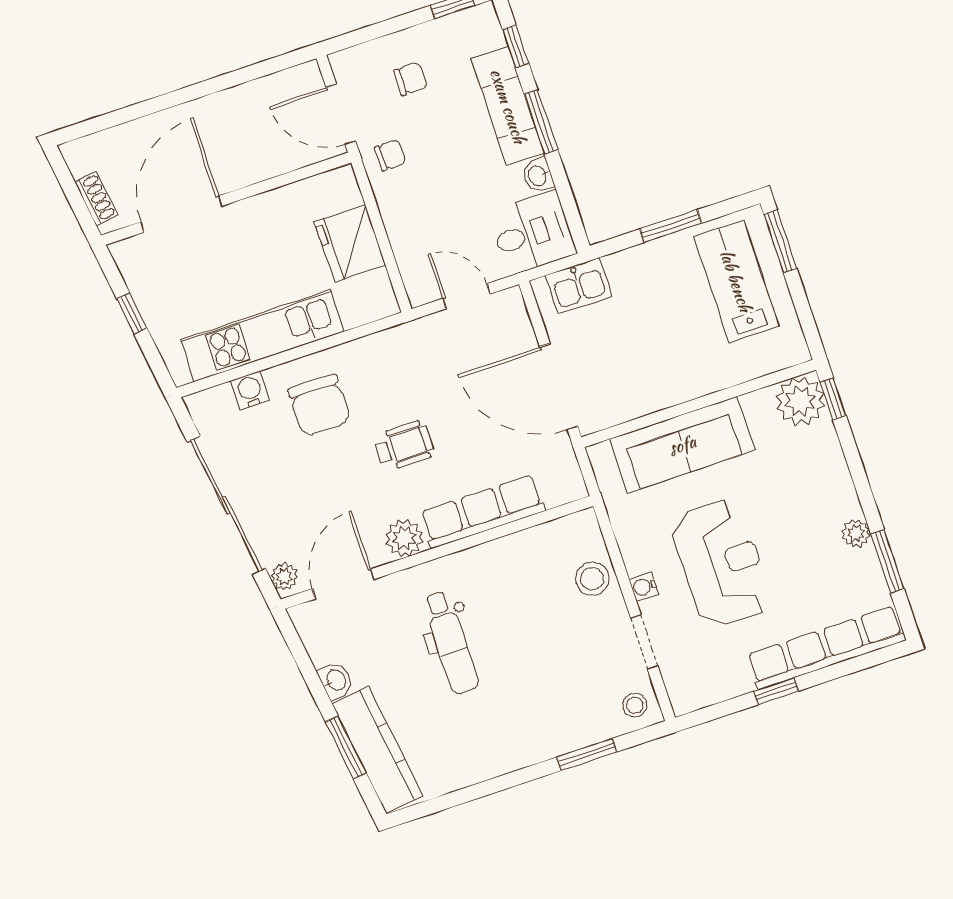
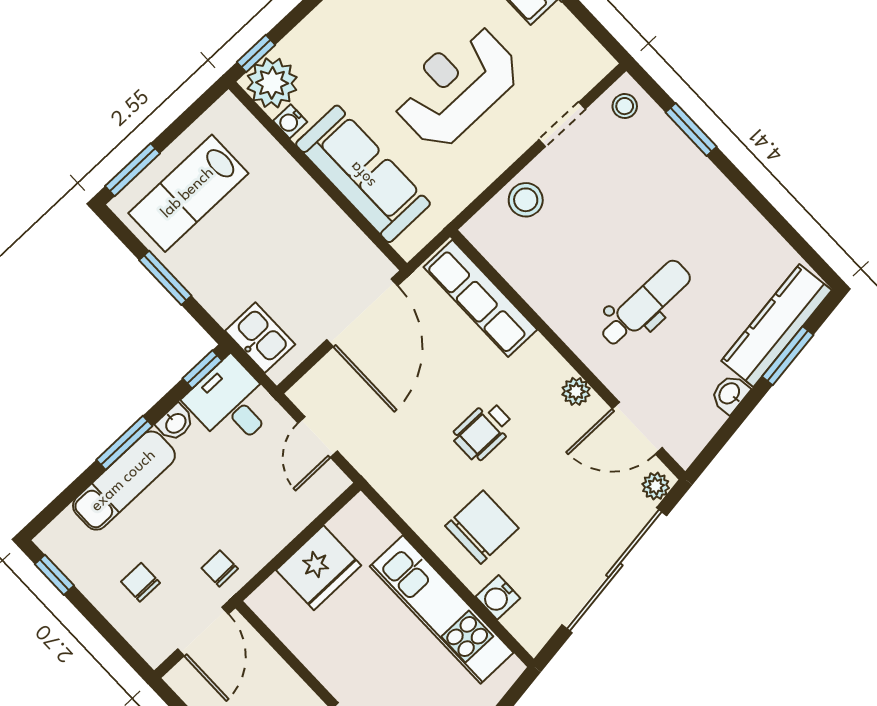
window: (516, 46) -> (202, 369), moved
wheelchair: (404, 446) -> (483, 431), turned -90
row of seats: (482, 511) -> (480, 298), moved
plant: (404, 538) -> (576, 391), width x0.73, depth x0.73
water cooler: (644, 587) -> (290, 121), moved, turned 90

